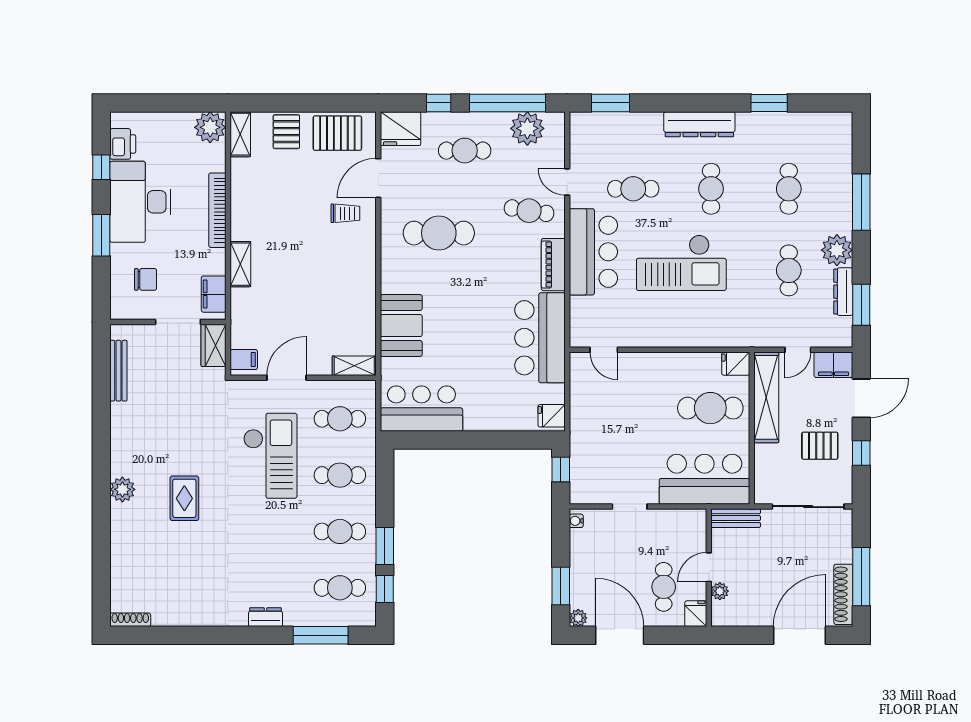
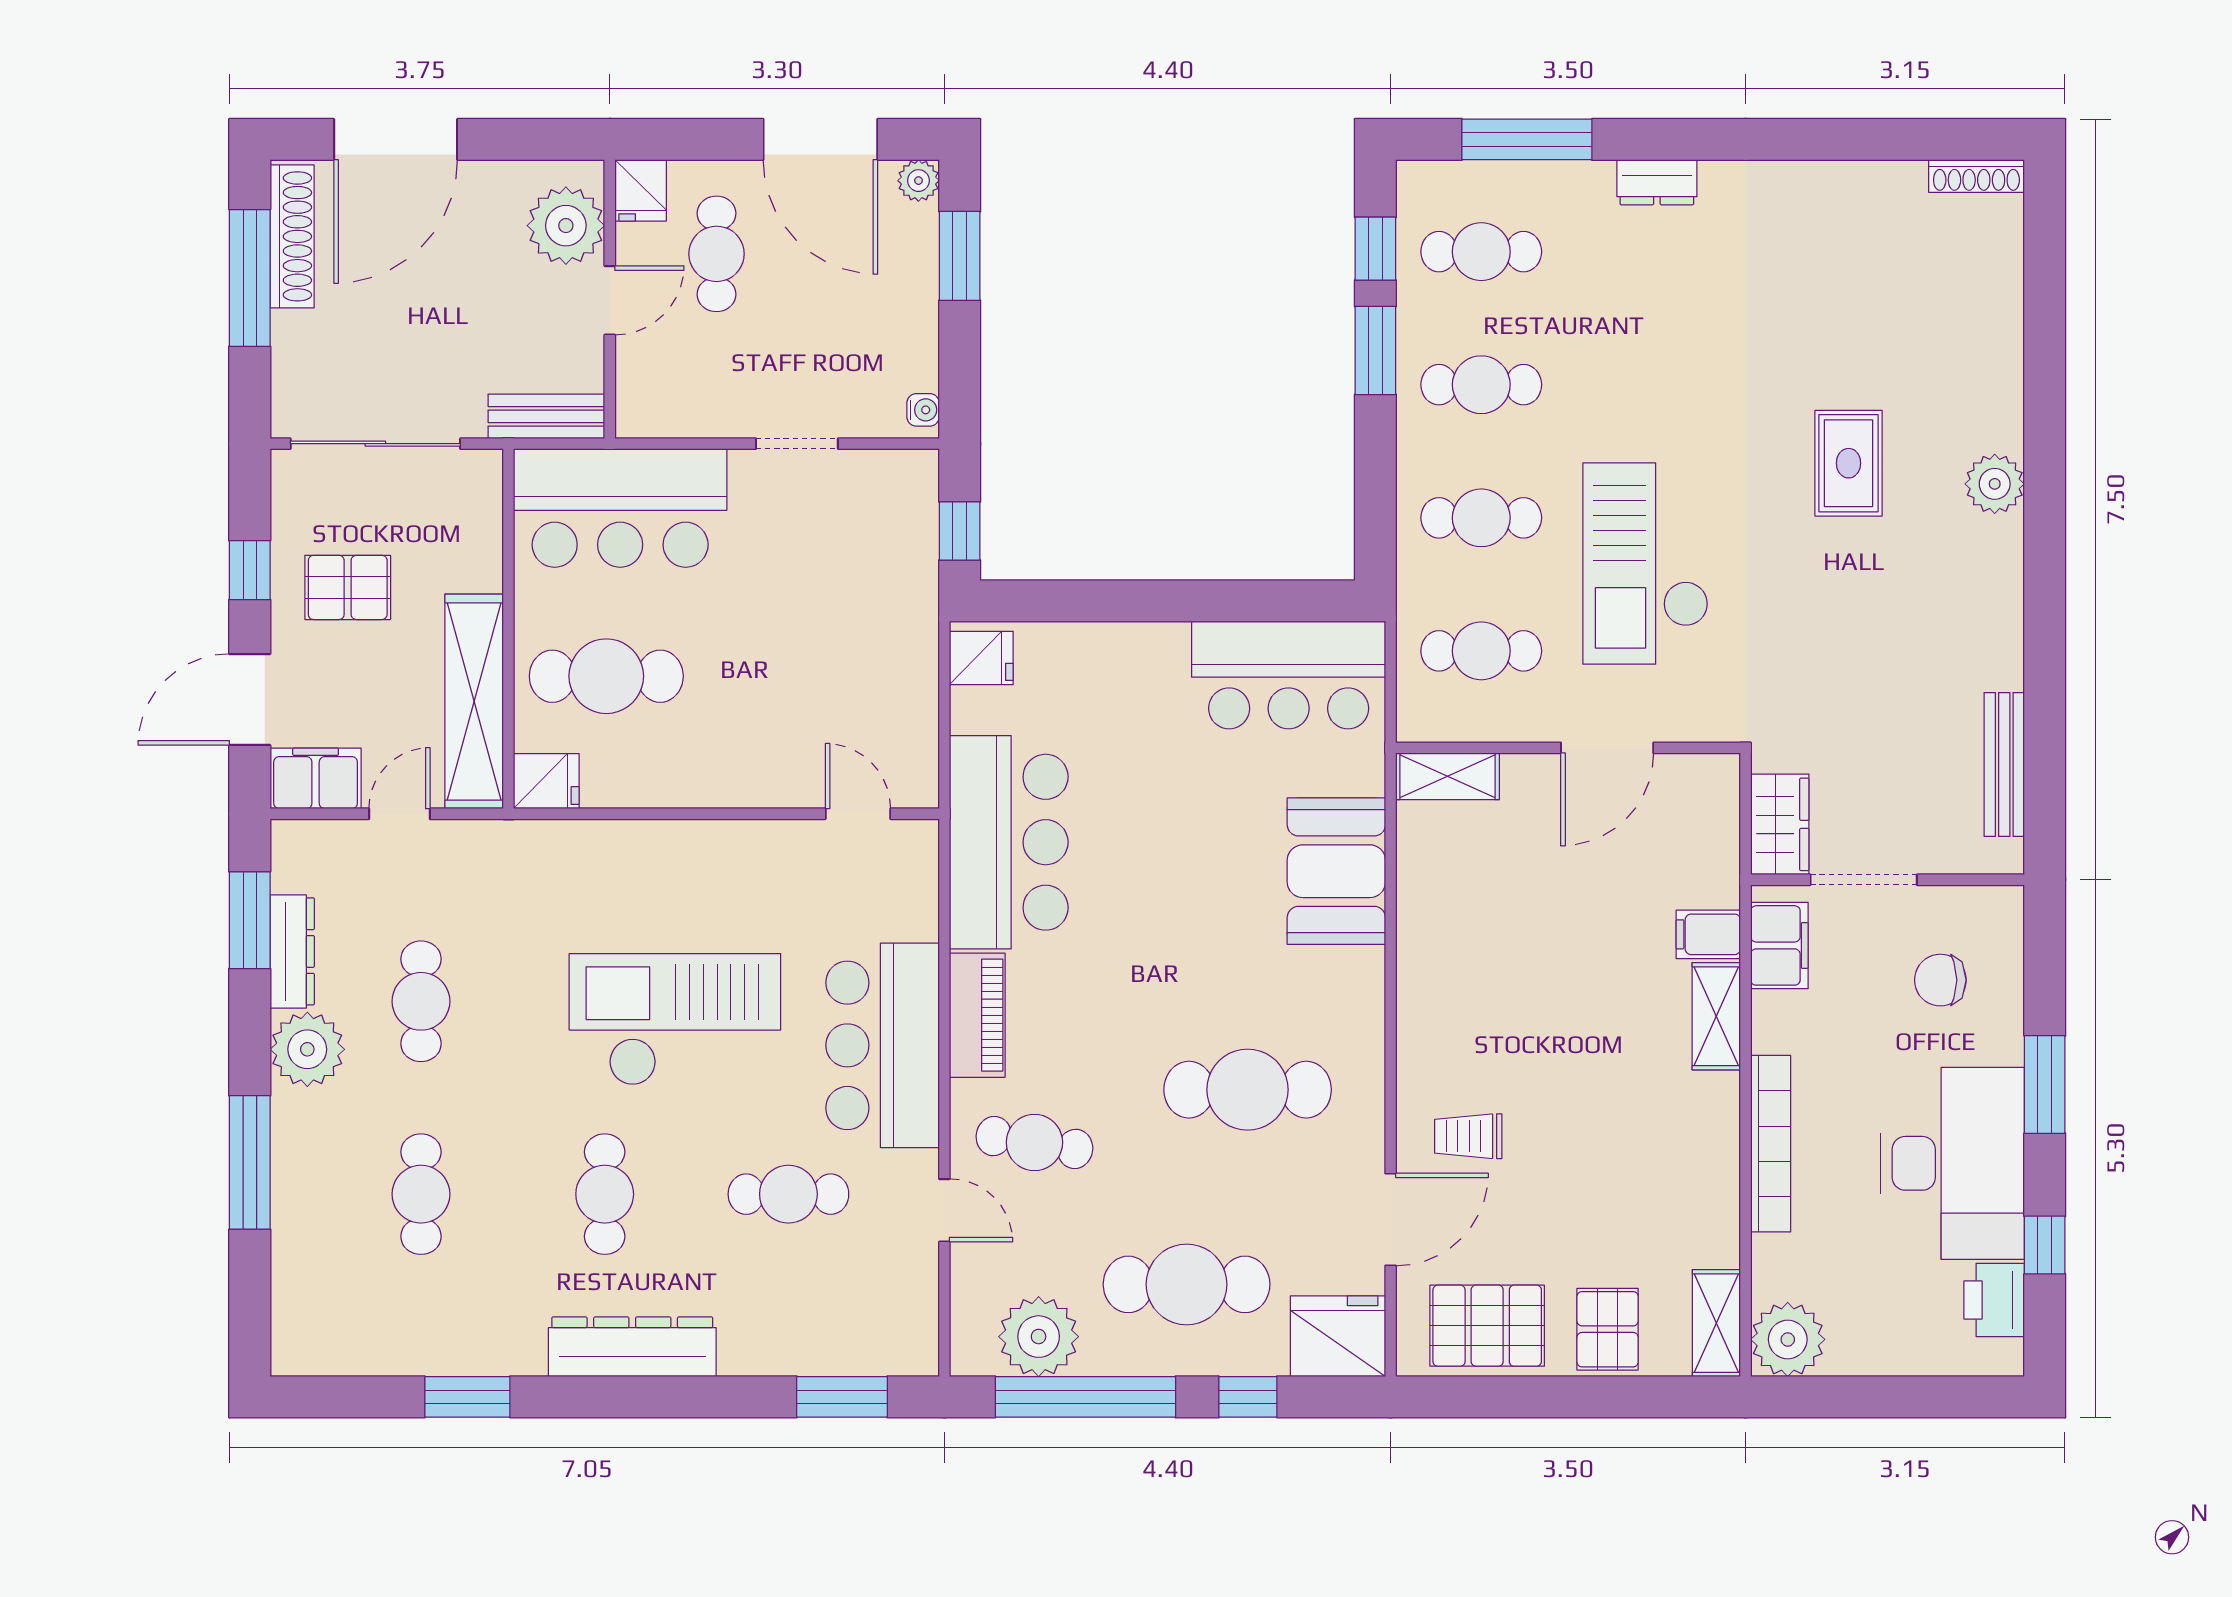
cafe table: (465, 151) -> (1187, 1284), width x1.37, depth x1.35
filing cabinet: (244, 360) -> (1708, 934), moved
plant: (720, 591) -> (566, 226), width x1.88, depth x1.88

